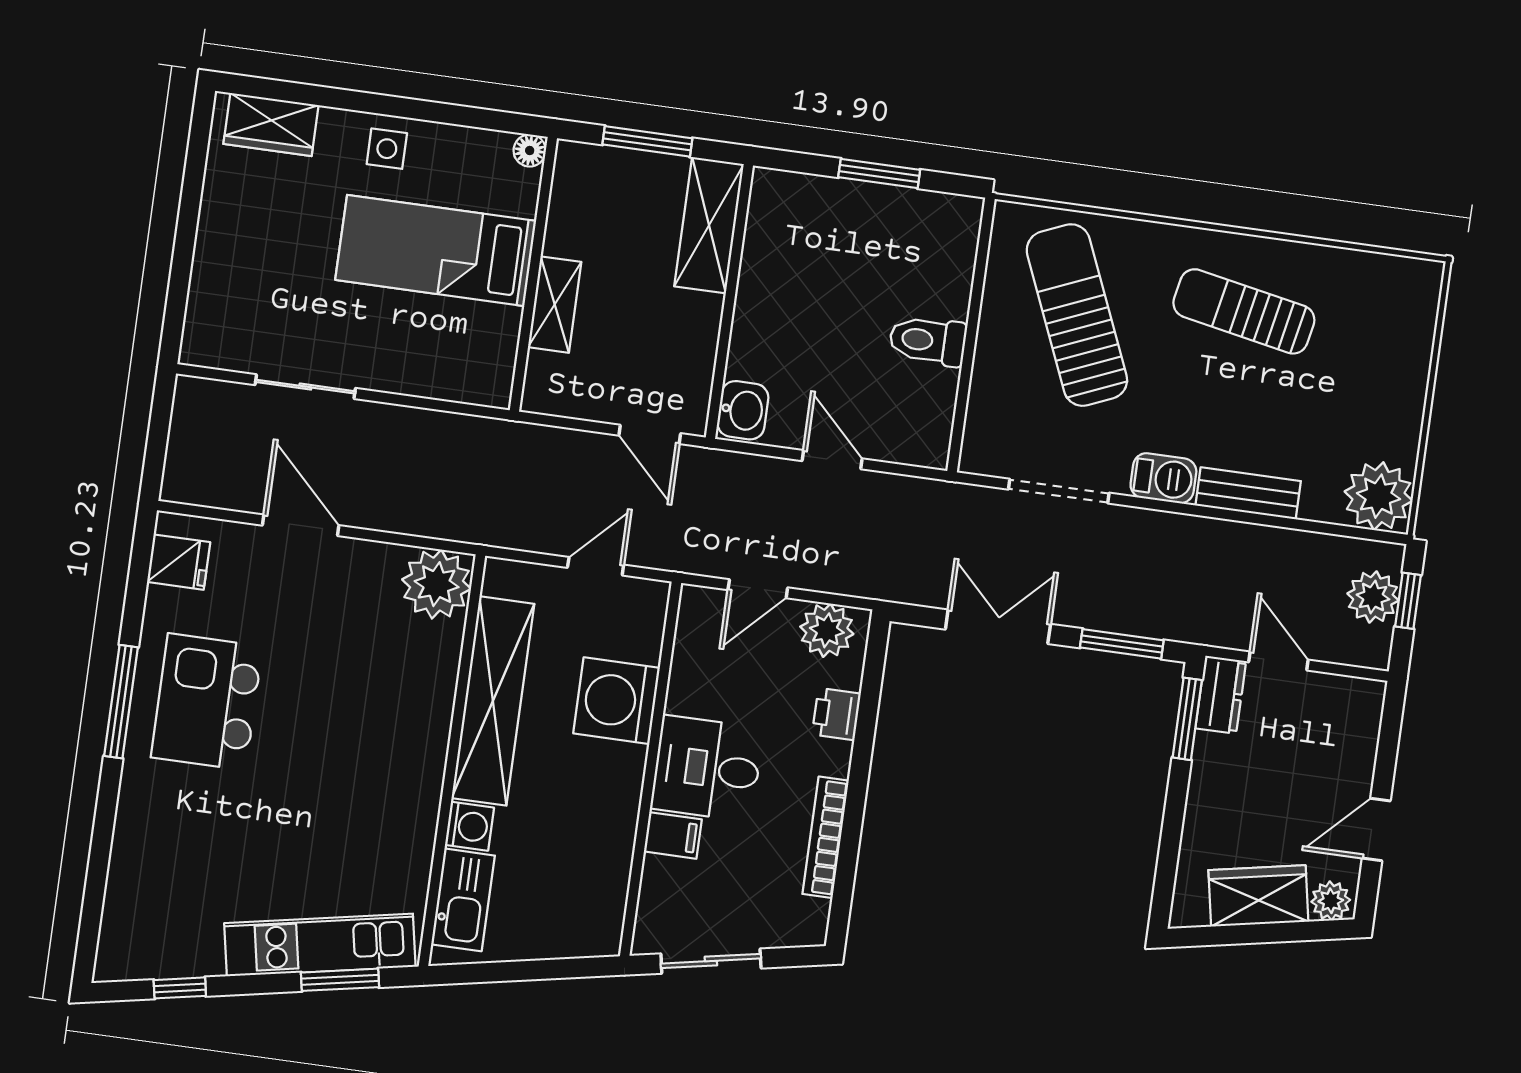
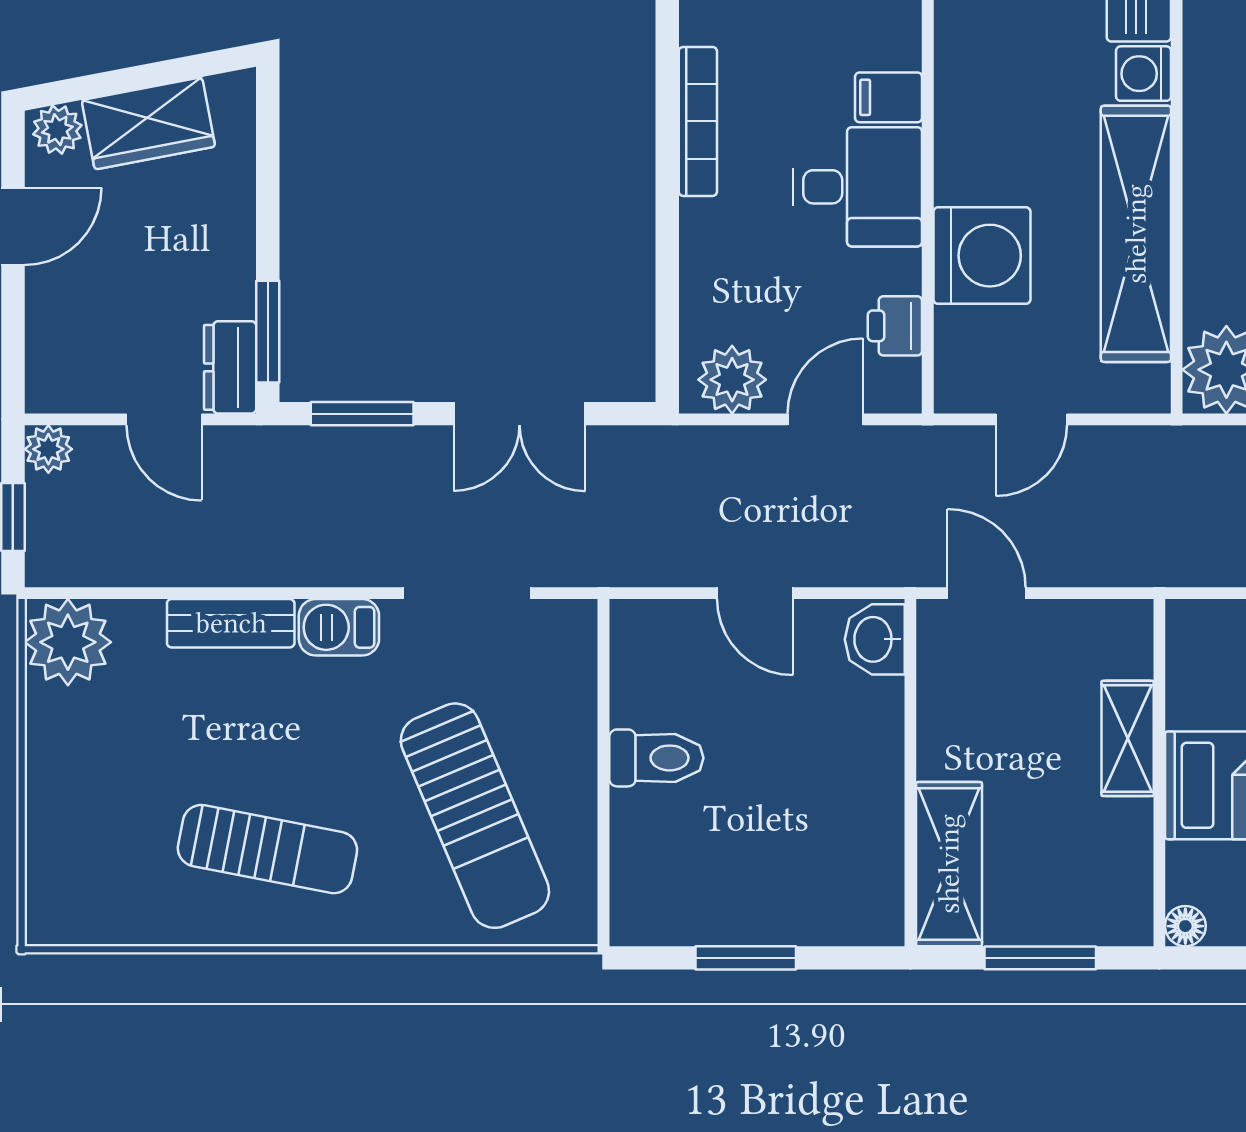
plant: (1373, 597) -> (48, 449), moved, width x0.73, depth x0.73
printer: (836, 714) -> (895, 326), moved, turned 180

